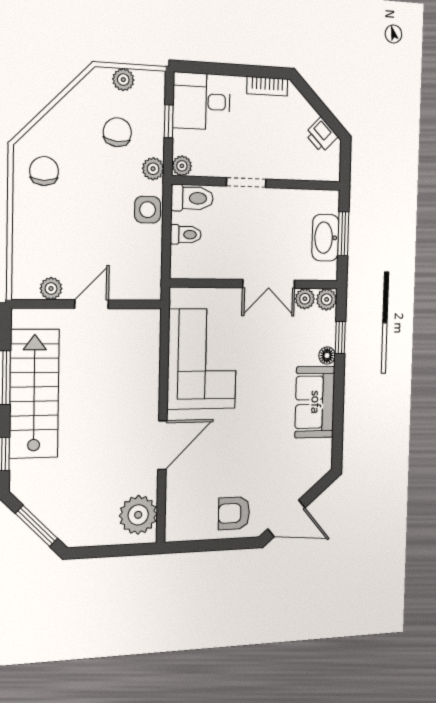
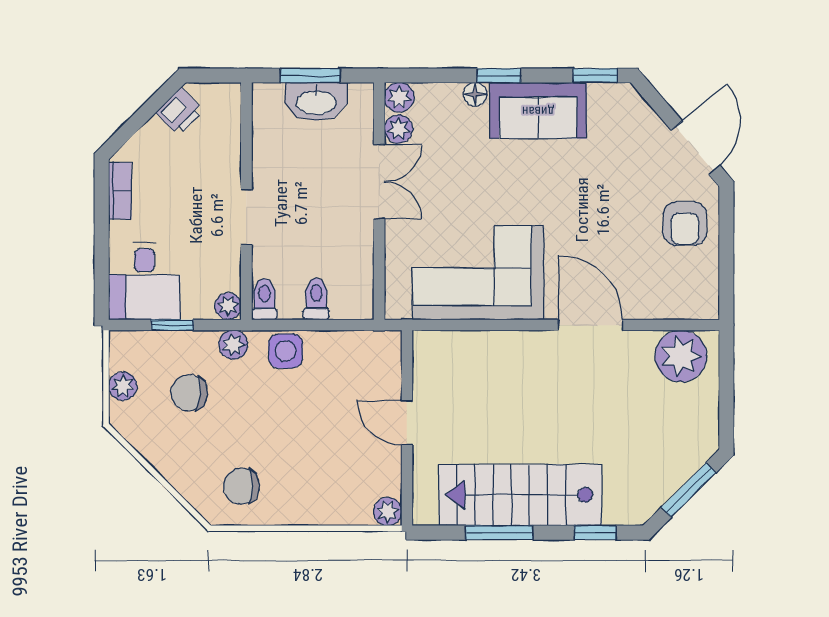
toilet: (192, 198) -> (264, 299), width x0.73, depth x0.72
plant: (51, 289) -> (388, 512), moved
window: (340, 337) -> (499, 76), moved
window: (337, 443) -> (595, 76), added

